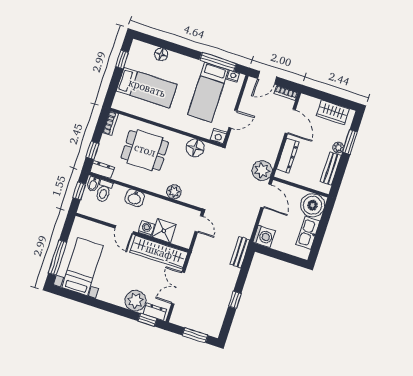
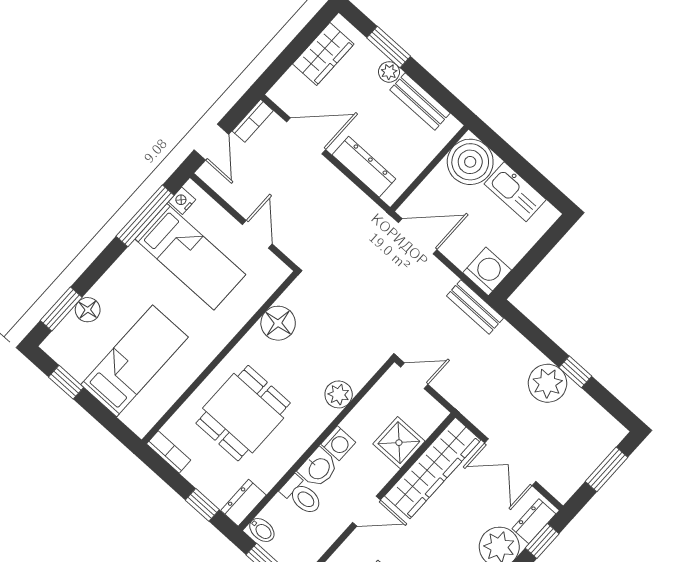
window: (156, 42) -> (61, 309), added
nightstand: (219, 136) -> (276, 273), removed
plant: (262, 170) -> (548, 383), moved
toilet: (104, 191) -> (302, 495), moved
washing machine: (146, 228) -> (338, 443), moved, turned 180
bench: (240, 252) -> (475, 307), moved

